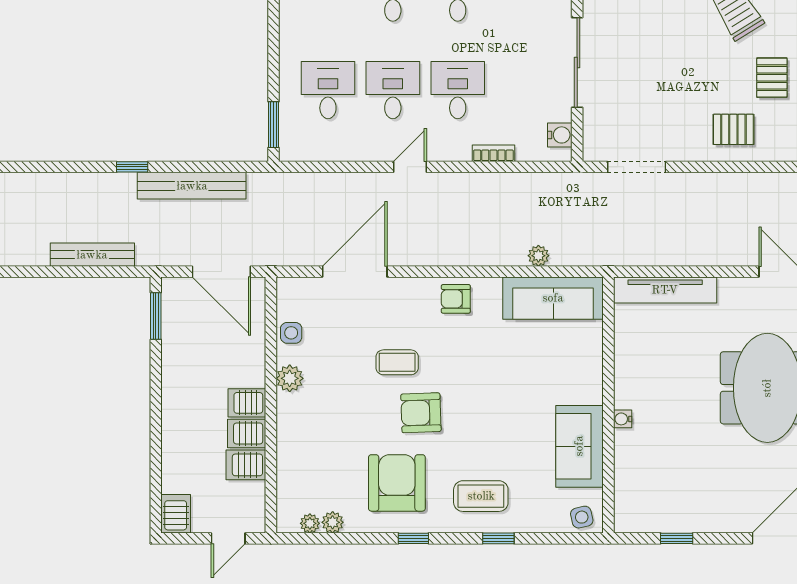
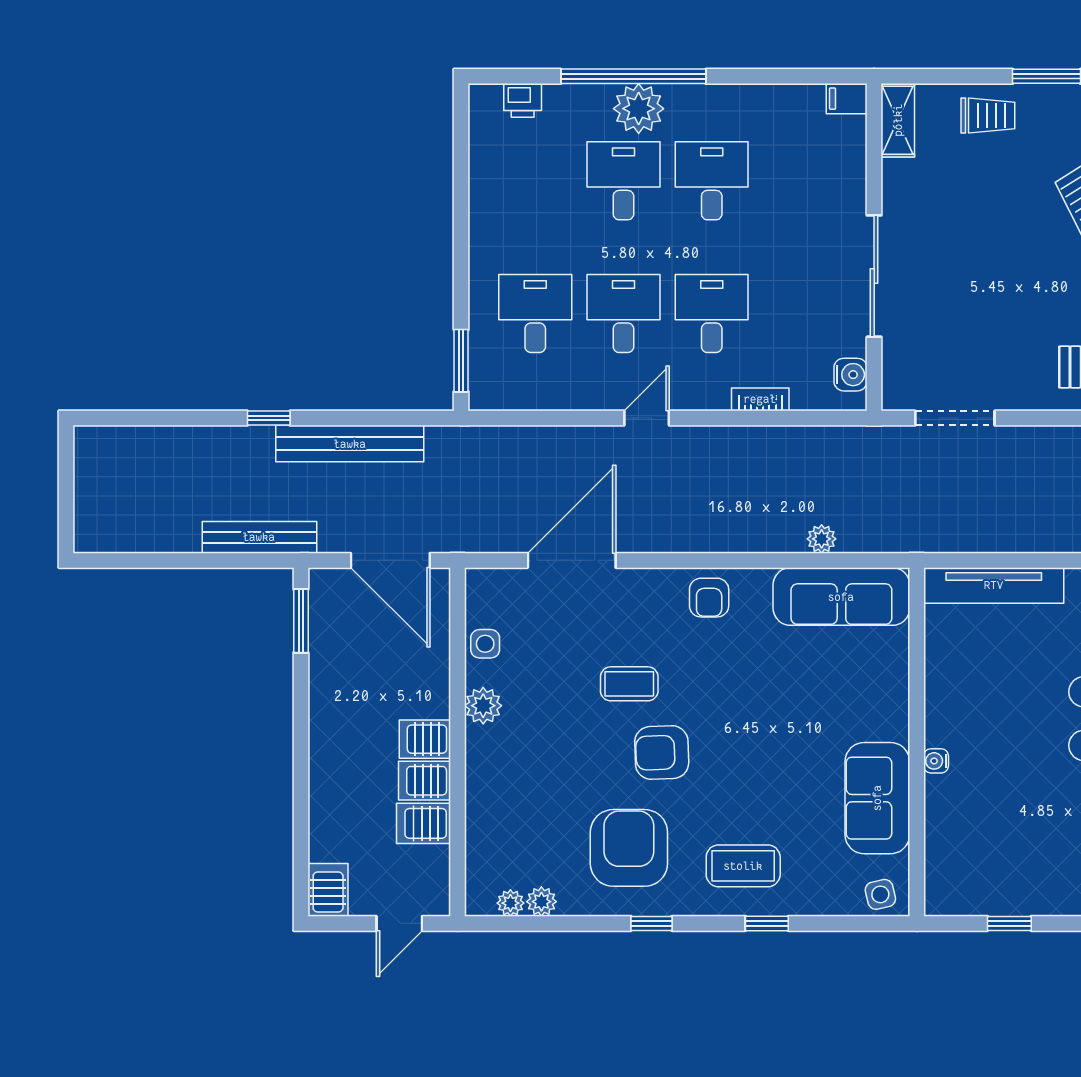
bench: (92, 255) -> (259, 537), moved
armchair: (456, 299) -> (709, 598), turned -90

